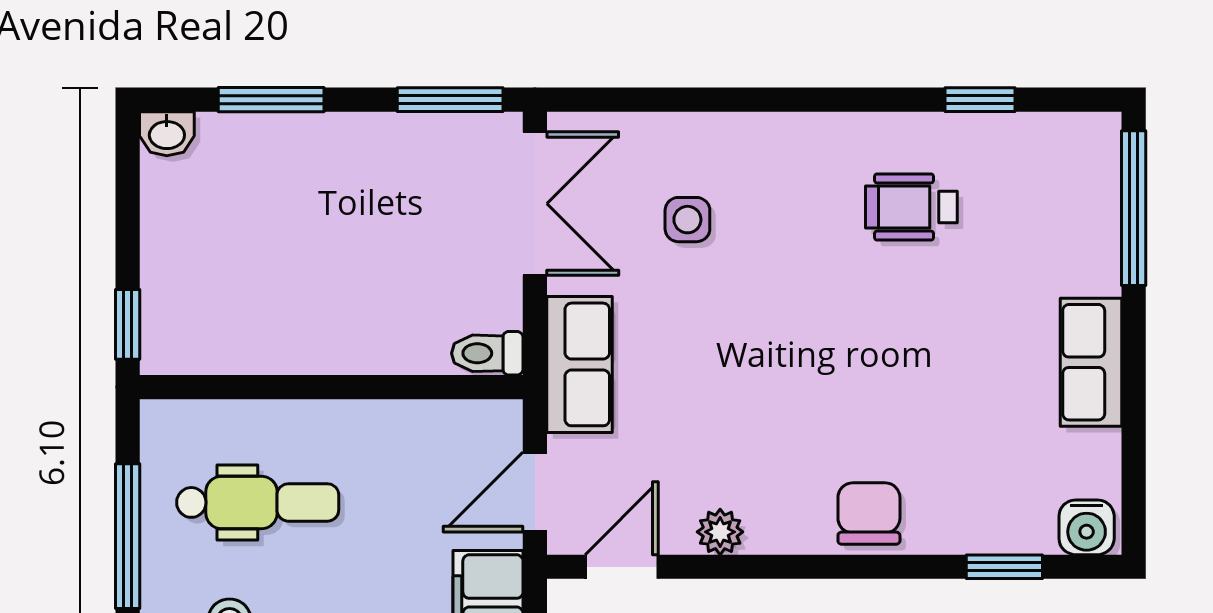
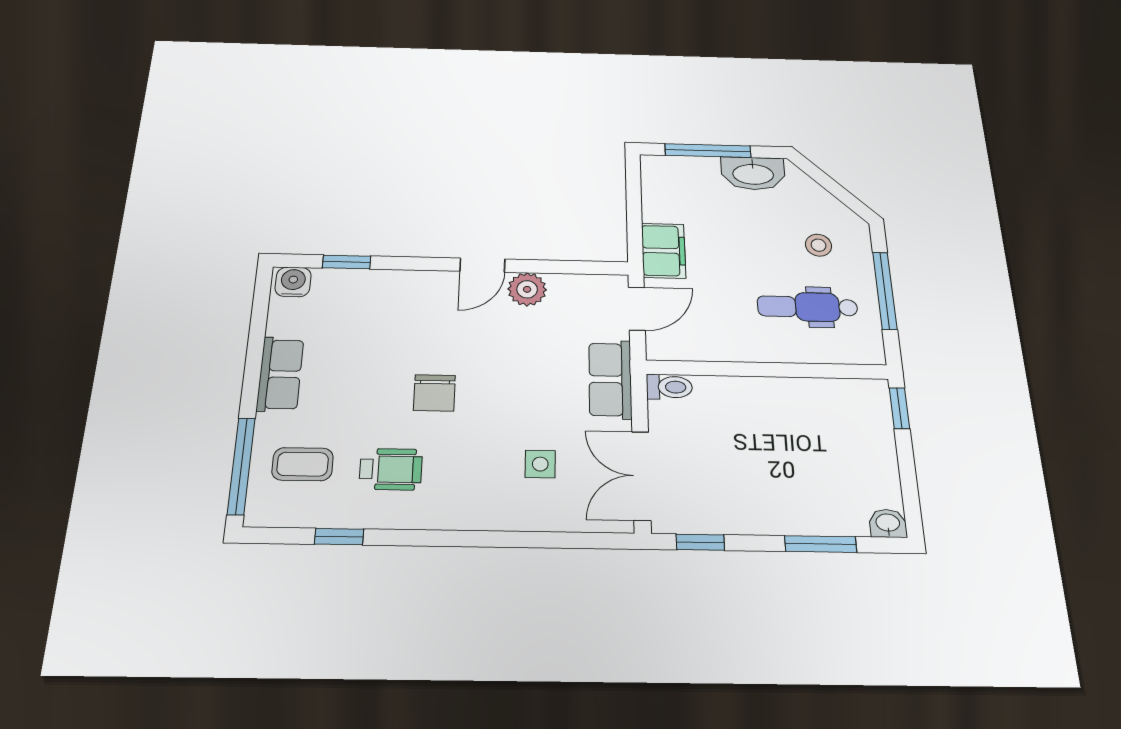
window: (450, 100) -> (700, 542), width x0.67
coffee table: (1043, 213) -> (303, 464), added
chair: (869, 513) -> (434, 393), moved
plant: (720, 532) -> (527, 289), width x1.38, depth x1.38
door: (622, 567) -> (482, 265), moved

